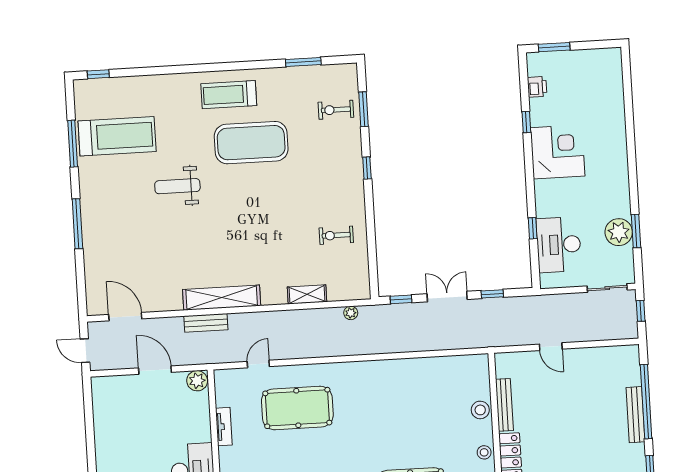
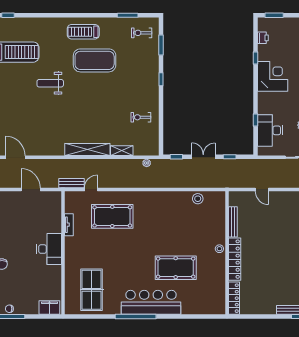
exercise bike: (336, 110) -> (142, 33), moved
shelving: (222, 298) -> (87, 150), moved
bench: (206, 323) -> (71, 183), moved
plant: (197, 381) -> (55, 197), removed
stool: (480, 410) -> (198, 199), moved

